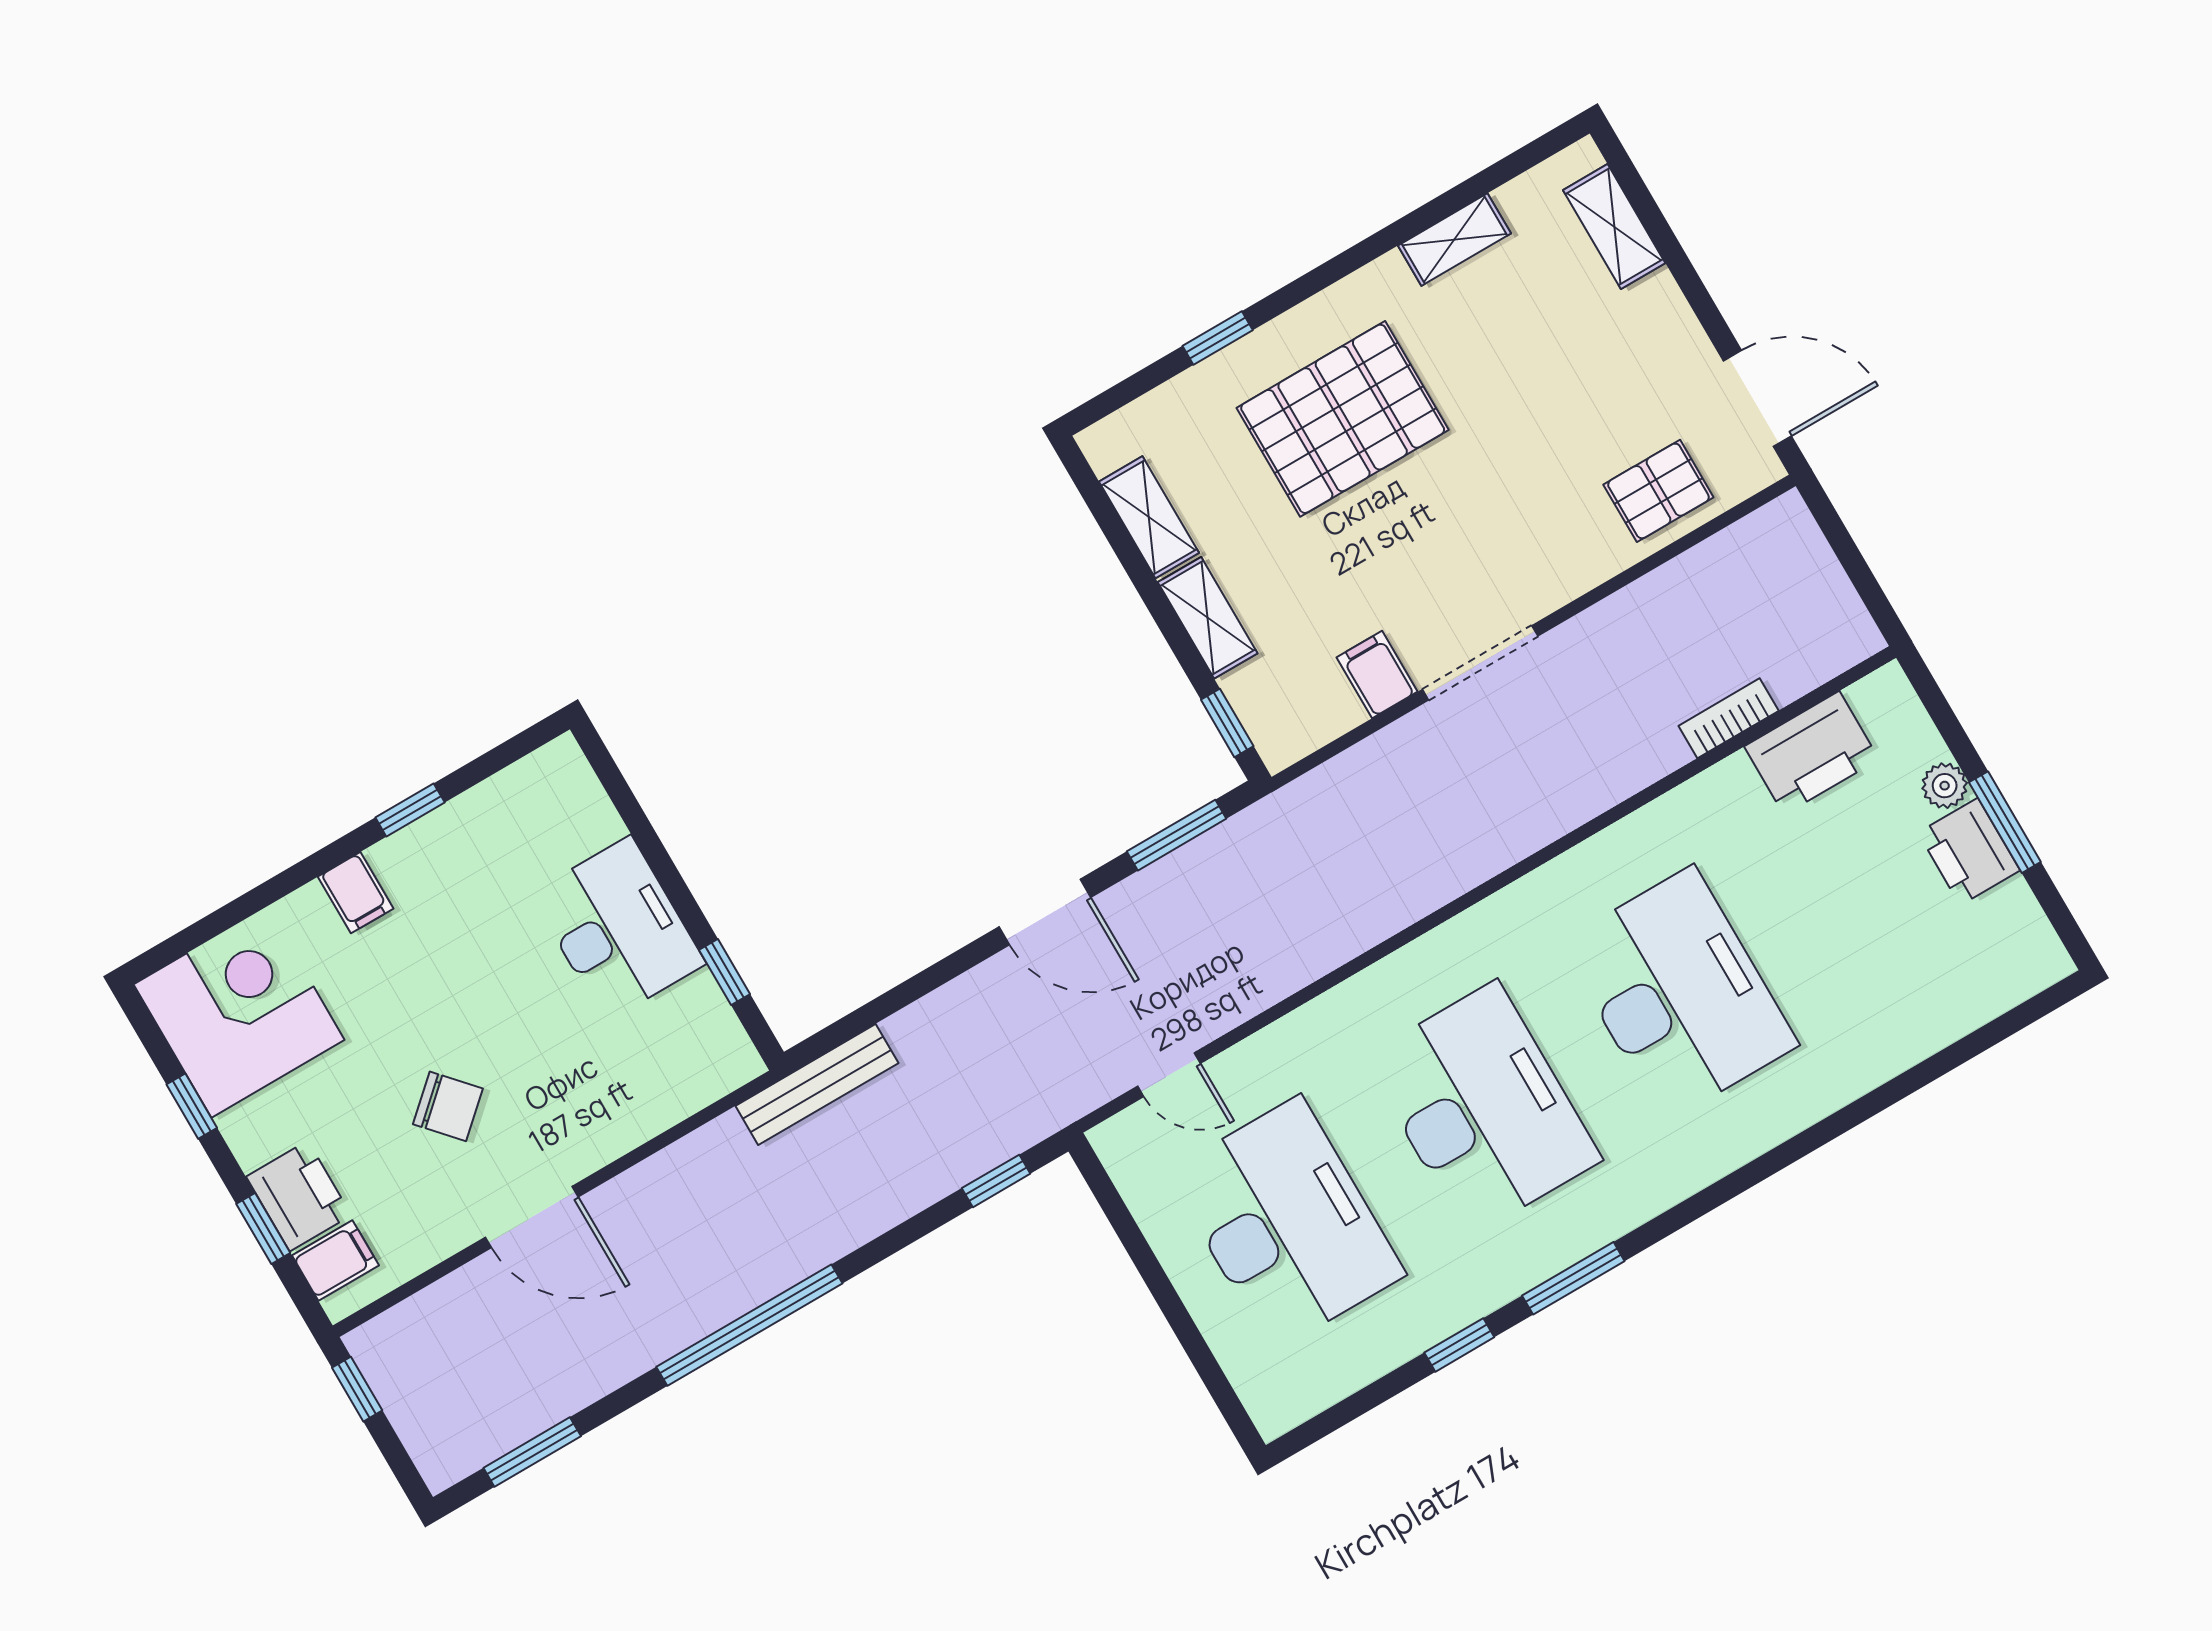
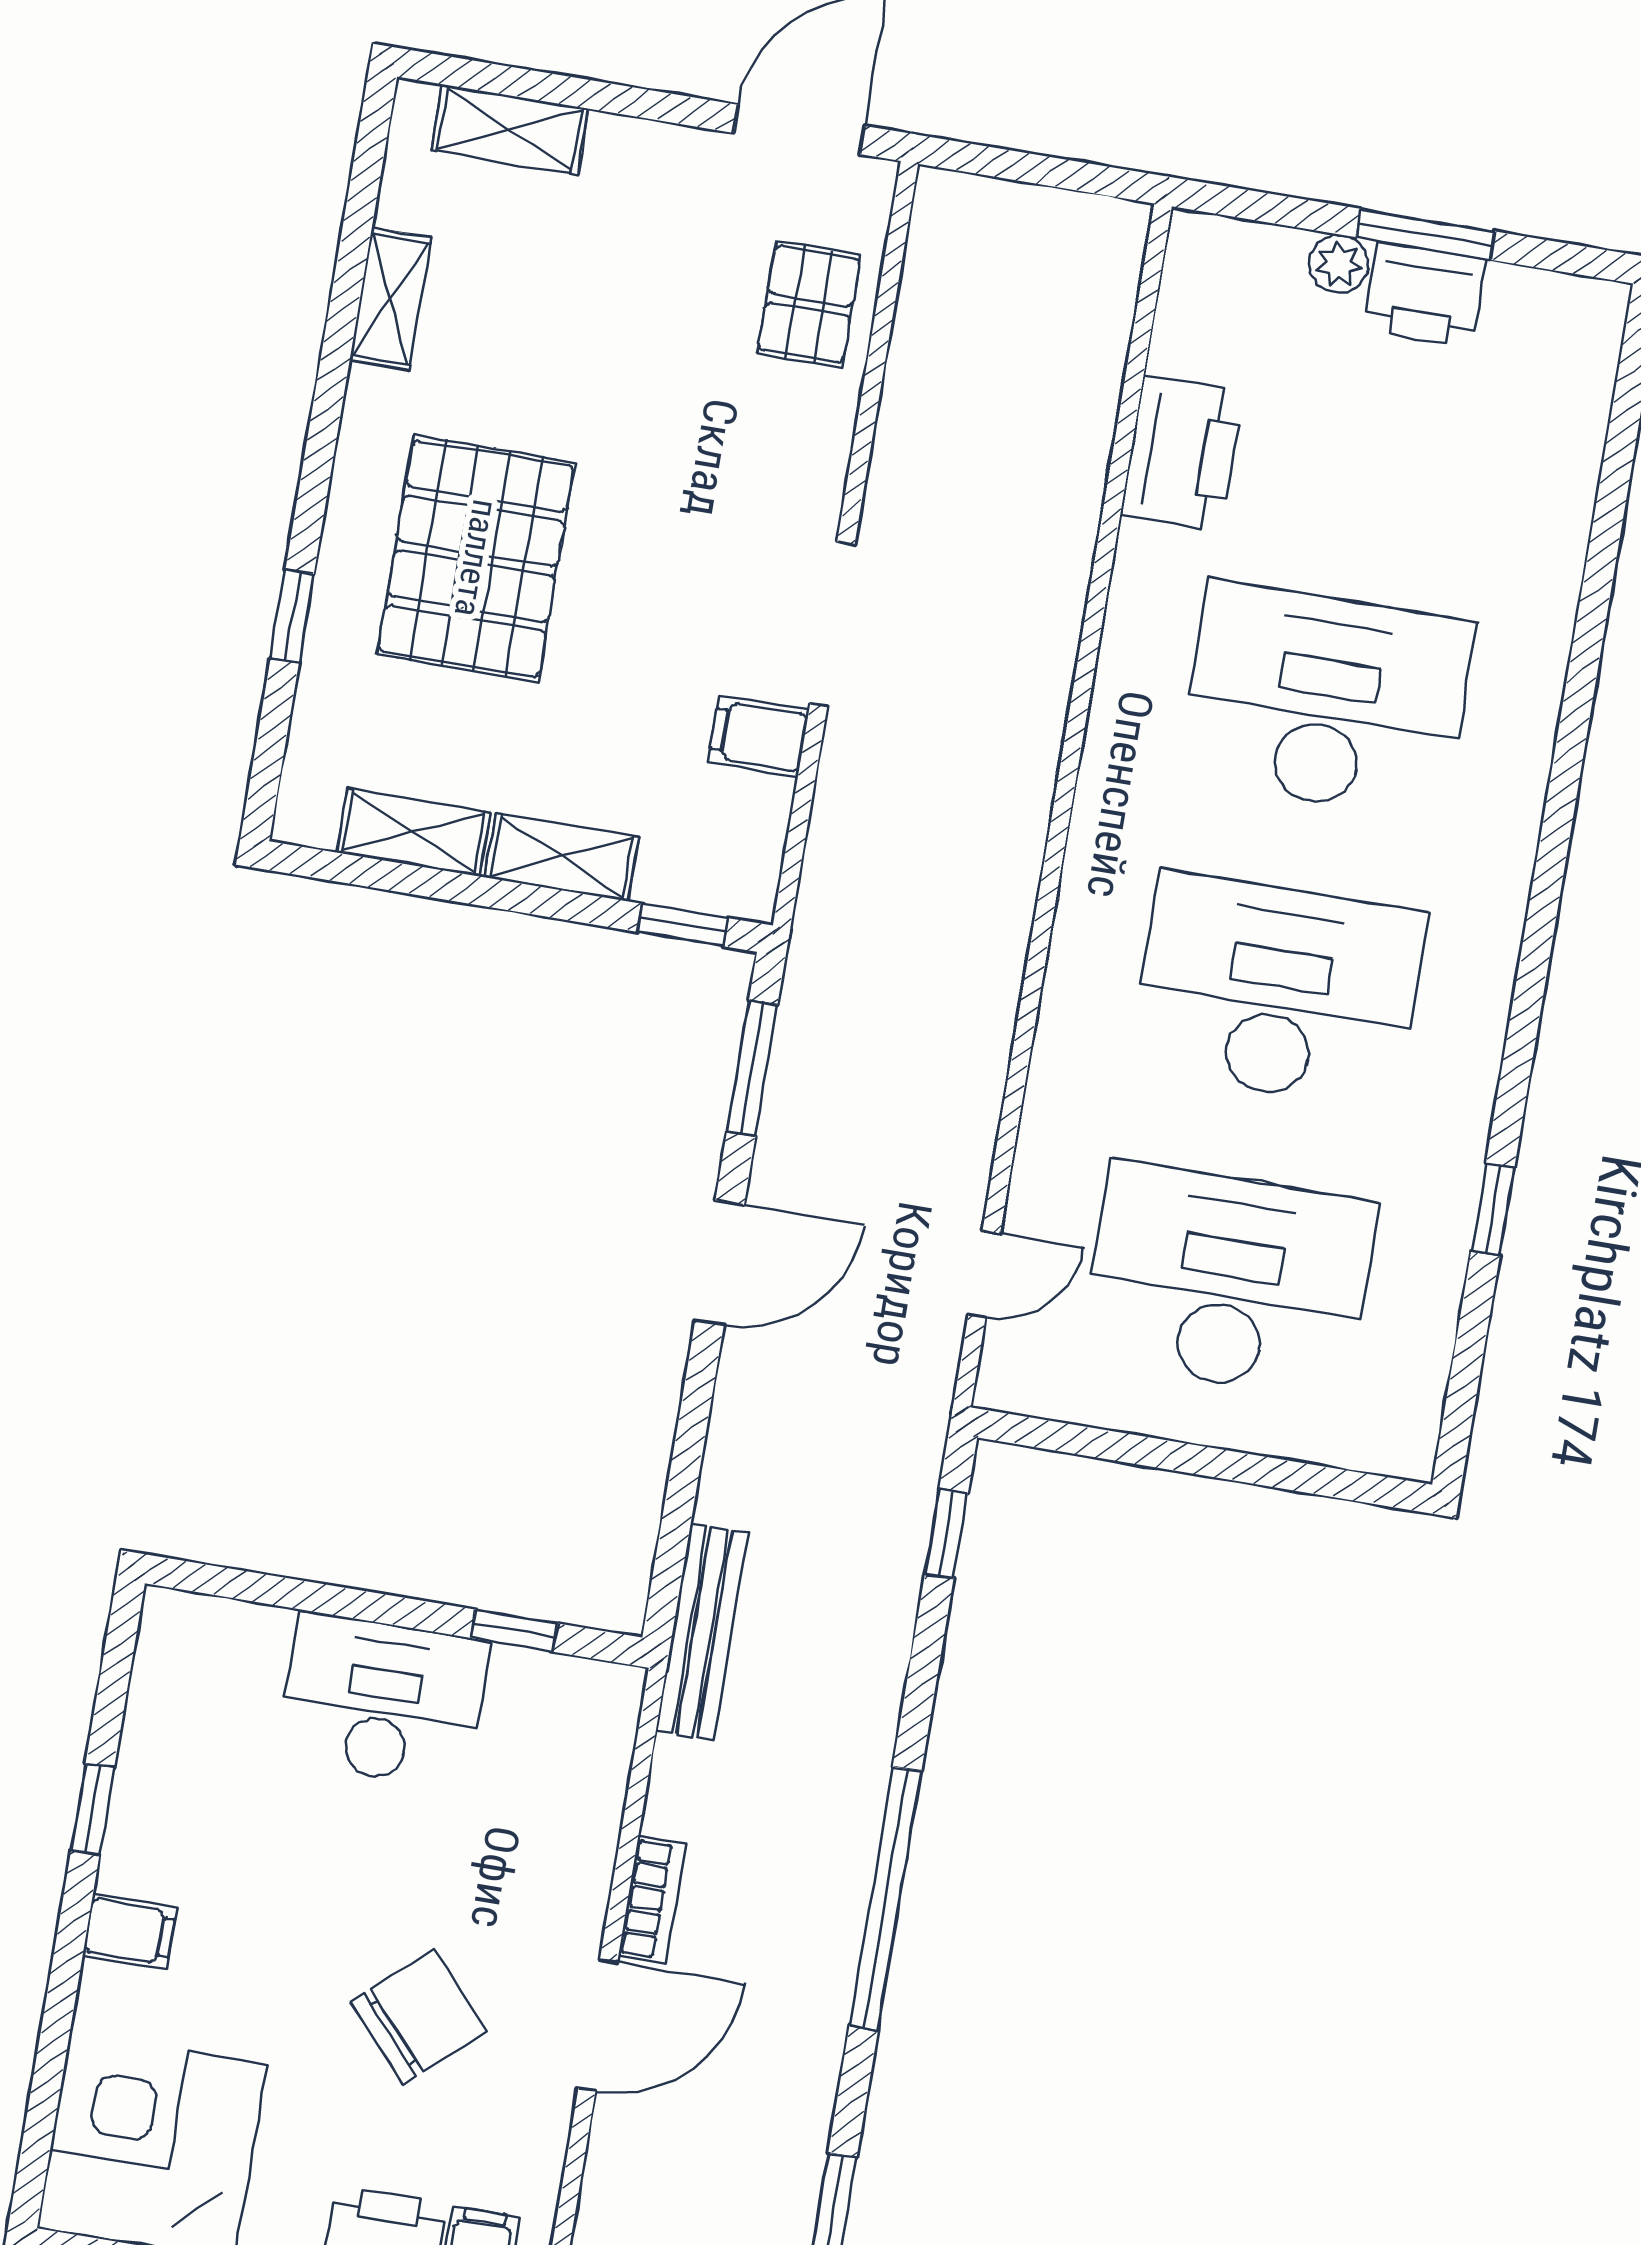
bookcase: (1729, 718) -> (652, 1900), moved, turned 180
printer: (1812, 753) -> (1182, 453), moved
chair: (448, 1106) -> (418, 2017), width x1.37, depth x1.37
window: (1573, 1278) -> (1521, 1041), removed

